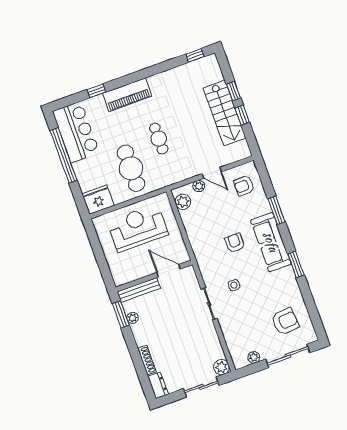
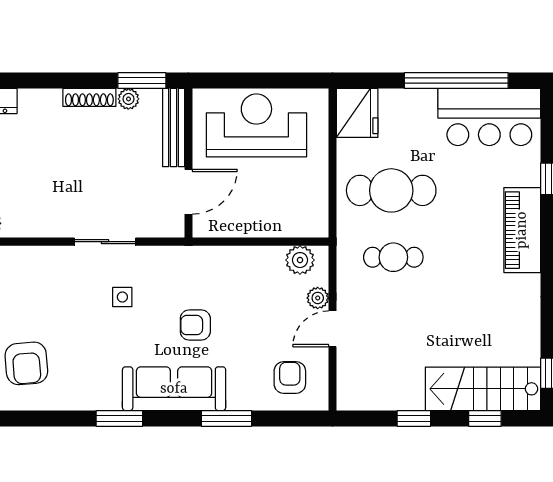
window: (234, 91) -> (485, 418), moved
stairs: (225, 113) -> (483, 389), moved
cafe table: (159, 139) -> (393, 257), moved
reception desk: (138, 228) -> (256, 125), moved, turned -90
armchair: (235, 243) -> (195, 325), turned 180
shoe rack: (147, 360) -> (89, 97), moved

